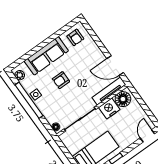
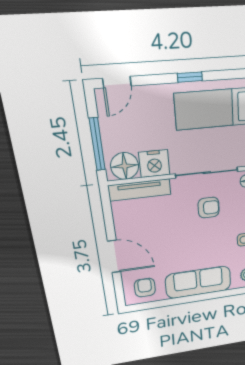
door: (115, 66) -> (114, 257), moved
armchair: (61, 80) -> (209, 208), moved
window: (141, 102) -> (97, 144), added

